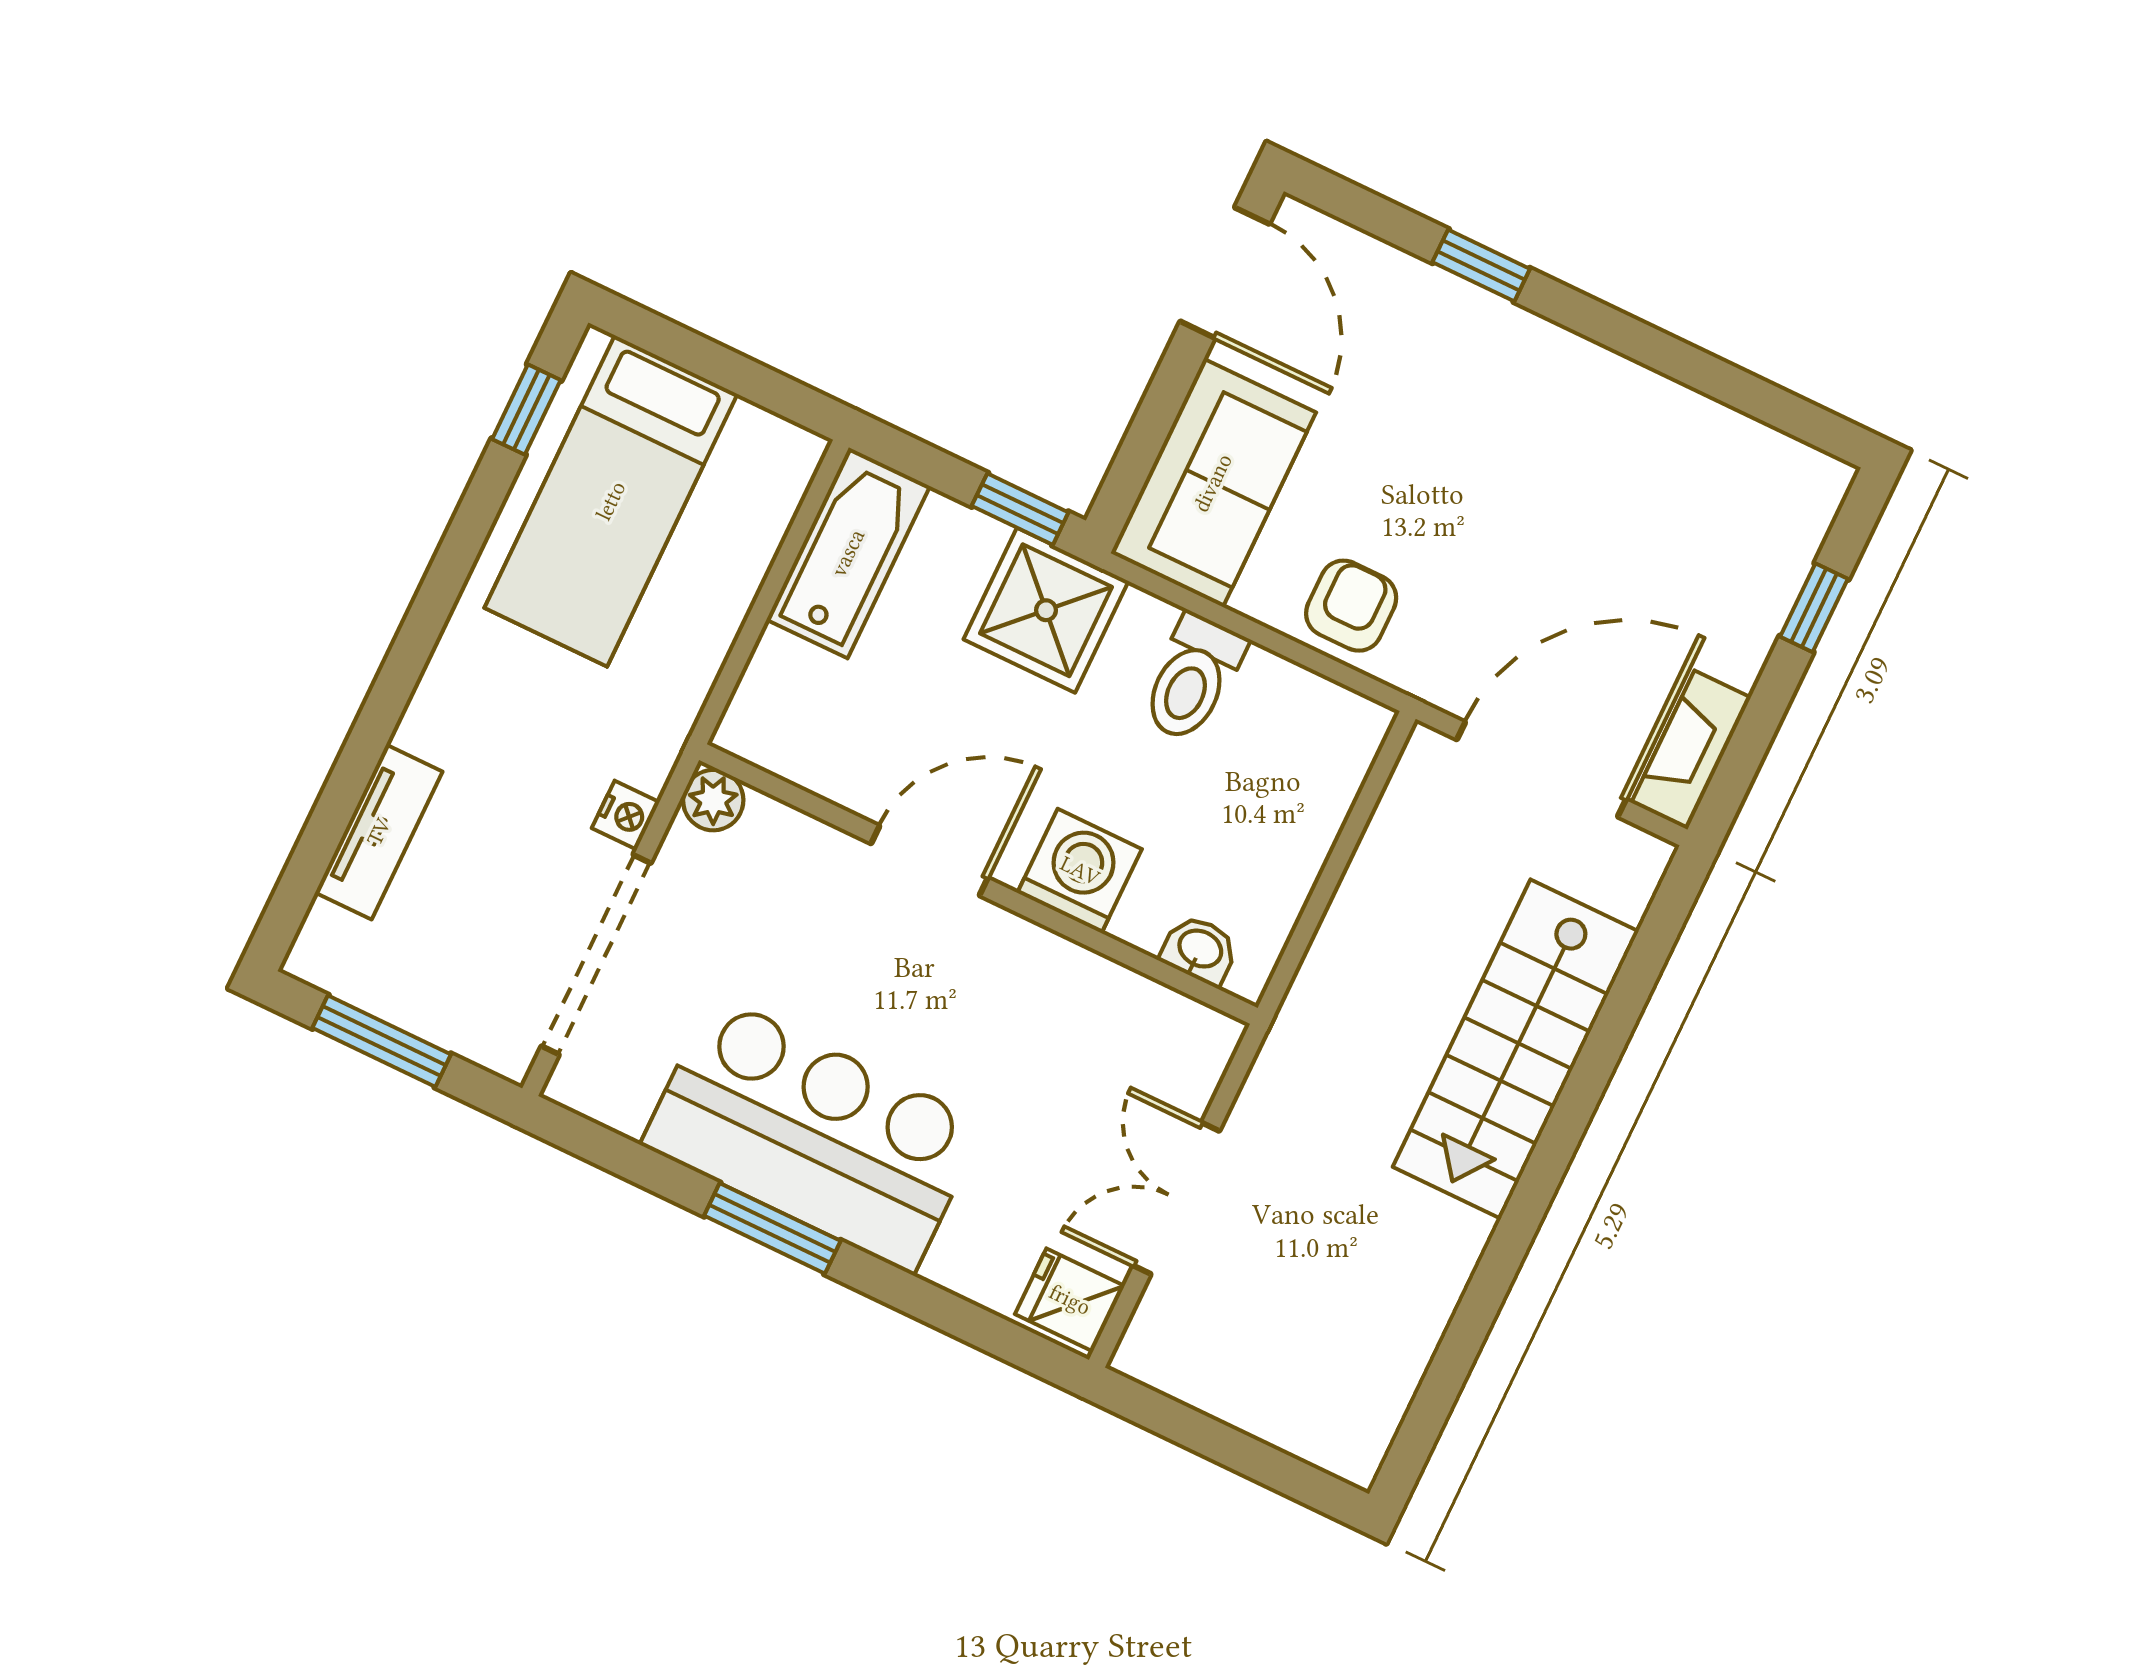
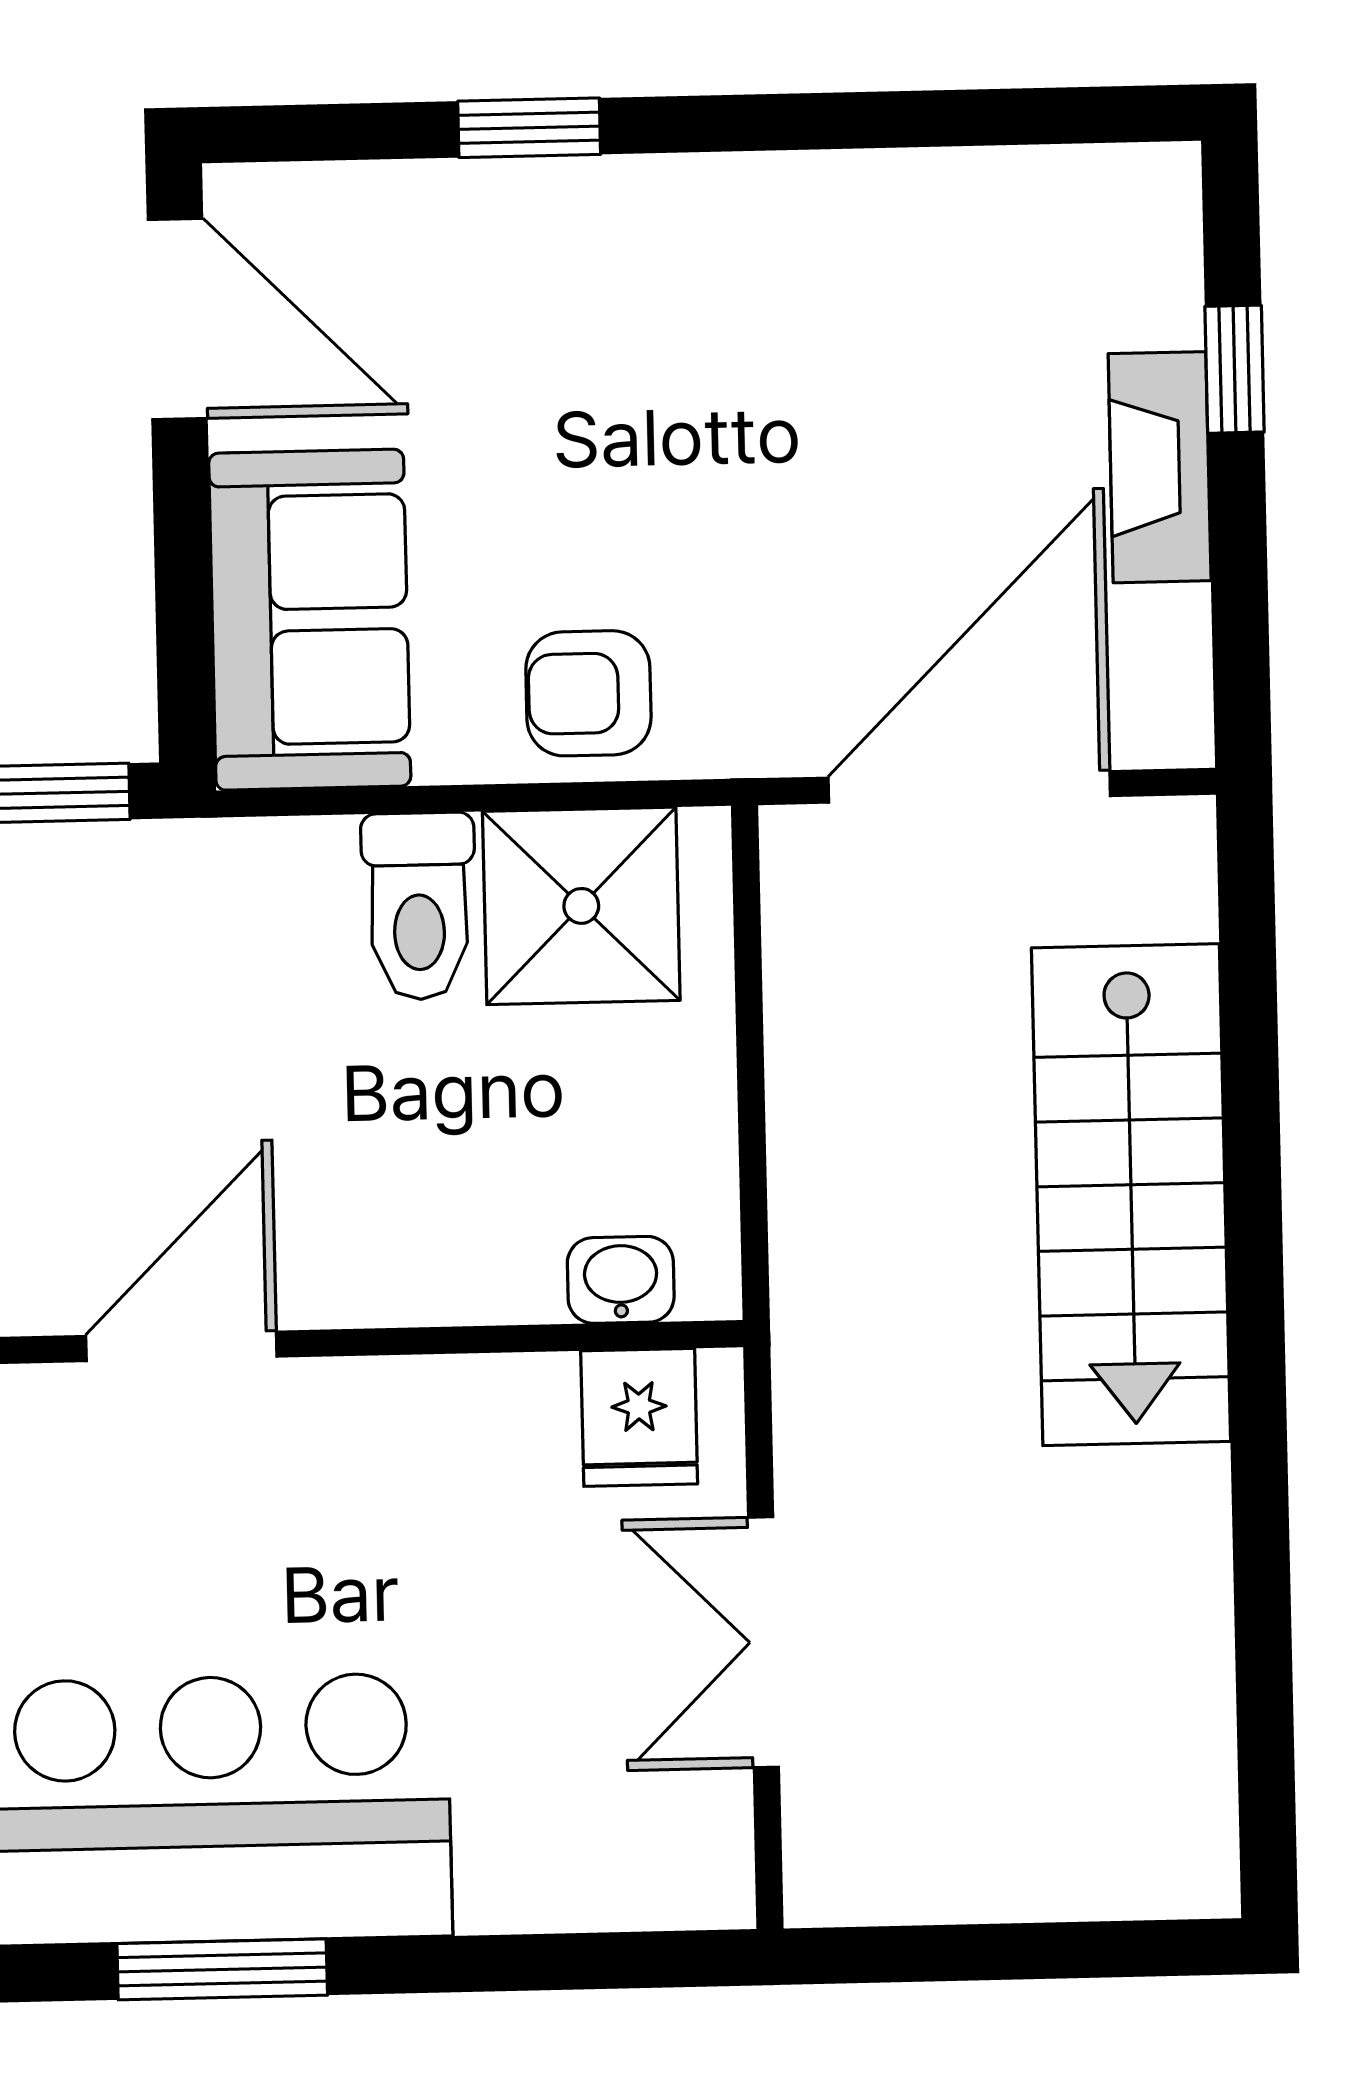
armchair: (1351, 606) -> (588, 693), turned -90
shower: (1046, 610) -> (581, 906), moved
fireplace: (1691, 750) -> (1160, 467), moved
washing machine: (1080, 871) -> (398, 1255), removed
fridge: (1070, 1300) -> (639, 1417), moved, turned -90

